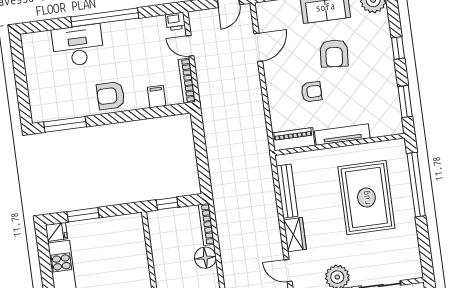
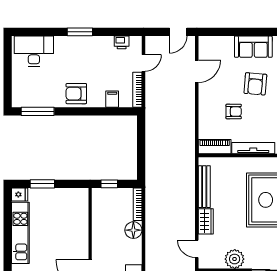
window: (105, 17) -> (80, 32), width x0.47
printer: (175, 21) -> (122, 42), moved
desk: (78, 46) -> (34, 51), moved
door: (190, 46) -> (143, 63), swing flipped

